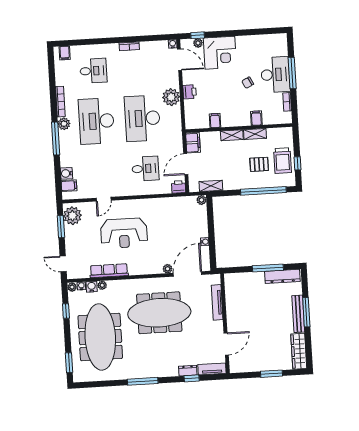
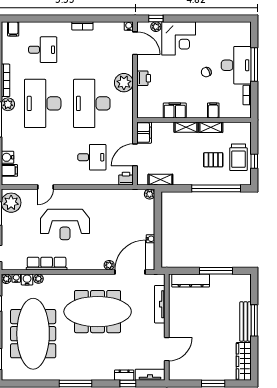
filing cabinet: (215, 121) -> (175, 110), width x2.00
dresser: (282, 276) -> (191, 281), moved

